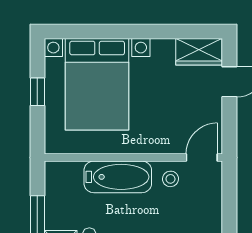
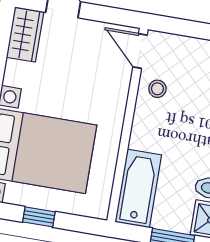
bathtub: (118, 177) -> (138, 188), moved

